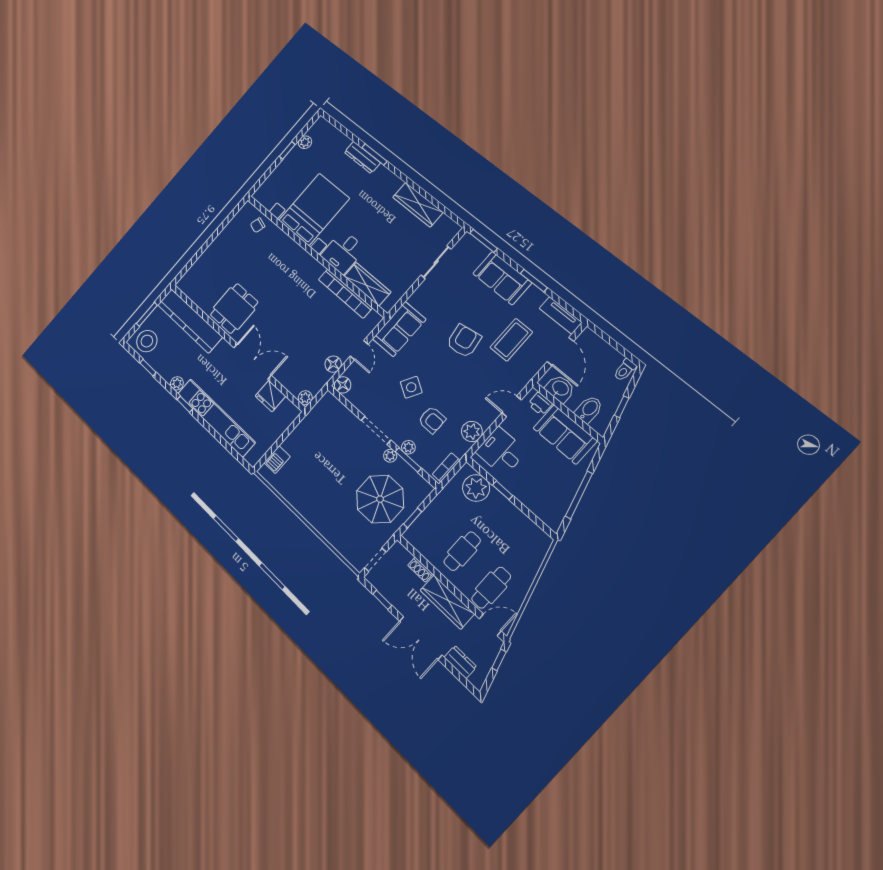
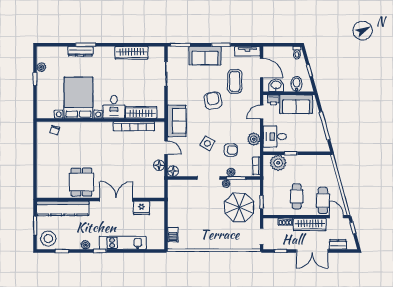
plant: (305, 398) -> (160, 193), removed
kitchen unit: (216, 418) -> (123, 243), width x0.73
door: (490, 625) -> (336, 217), hinge flipped

